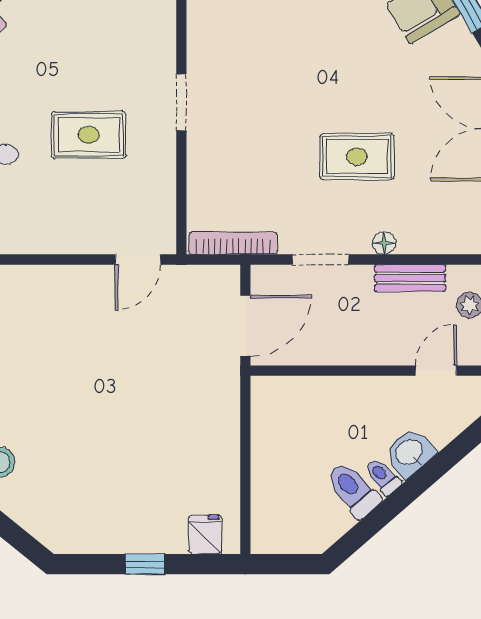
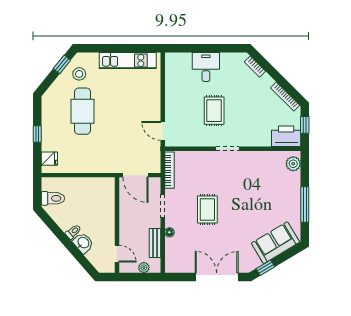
rug: (357, 157) -> (207, 210), moved
cafe table: (90, 454) -> (82, 111), added
toilet: (353, 490) -> (53, 198), moved, turned 41

